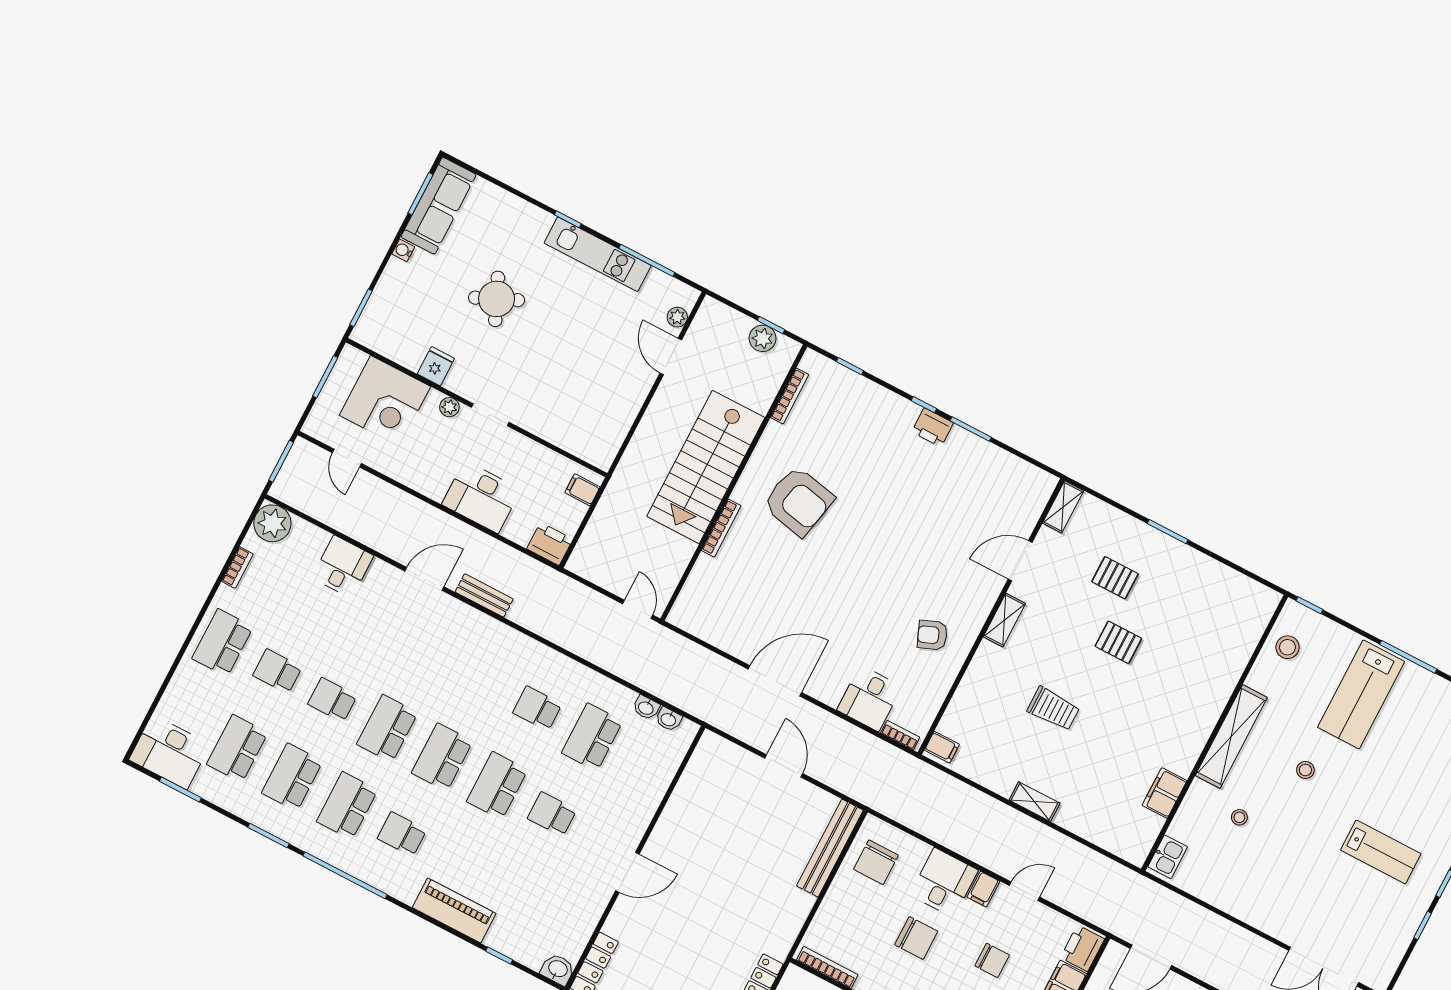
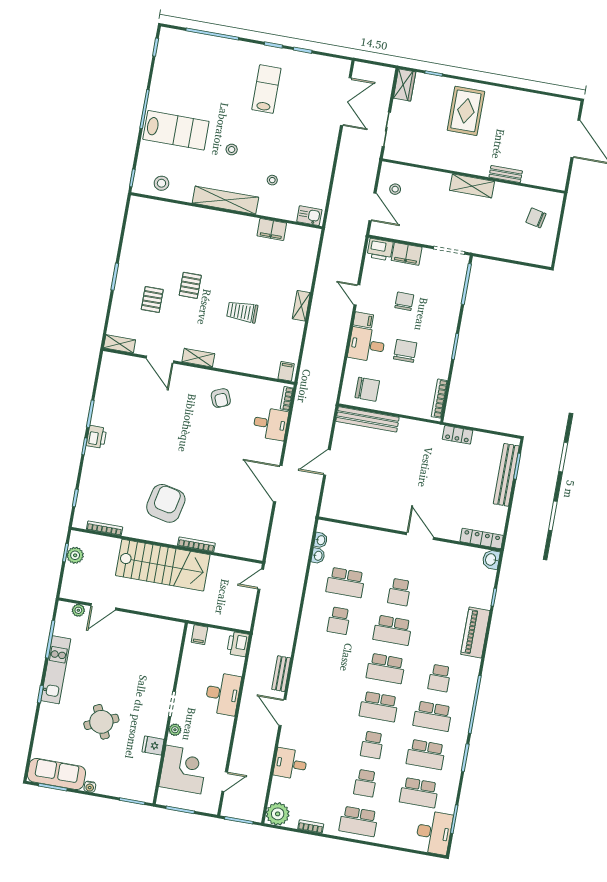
trolley: (1053, 709) -> (242, 312), turned -90

